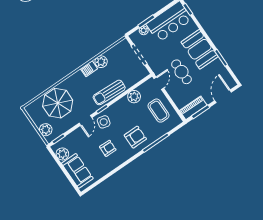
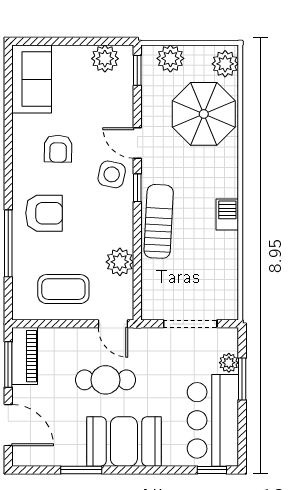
plant: (101, 62) -> (225, 64), moved
armchair: (135, 137) -> (44, 213), turned -90
sofa: (77, 171) -> (32, 79), moved, turned -90

